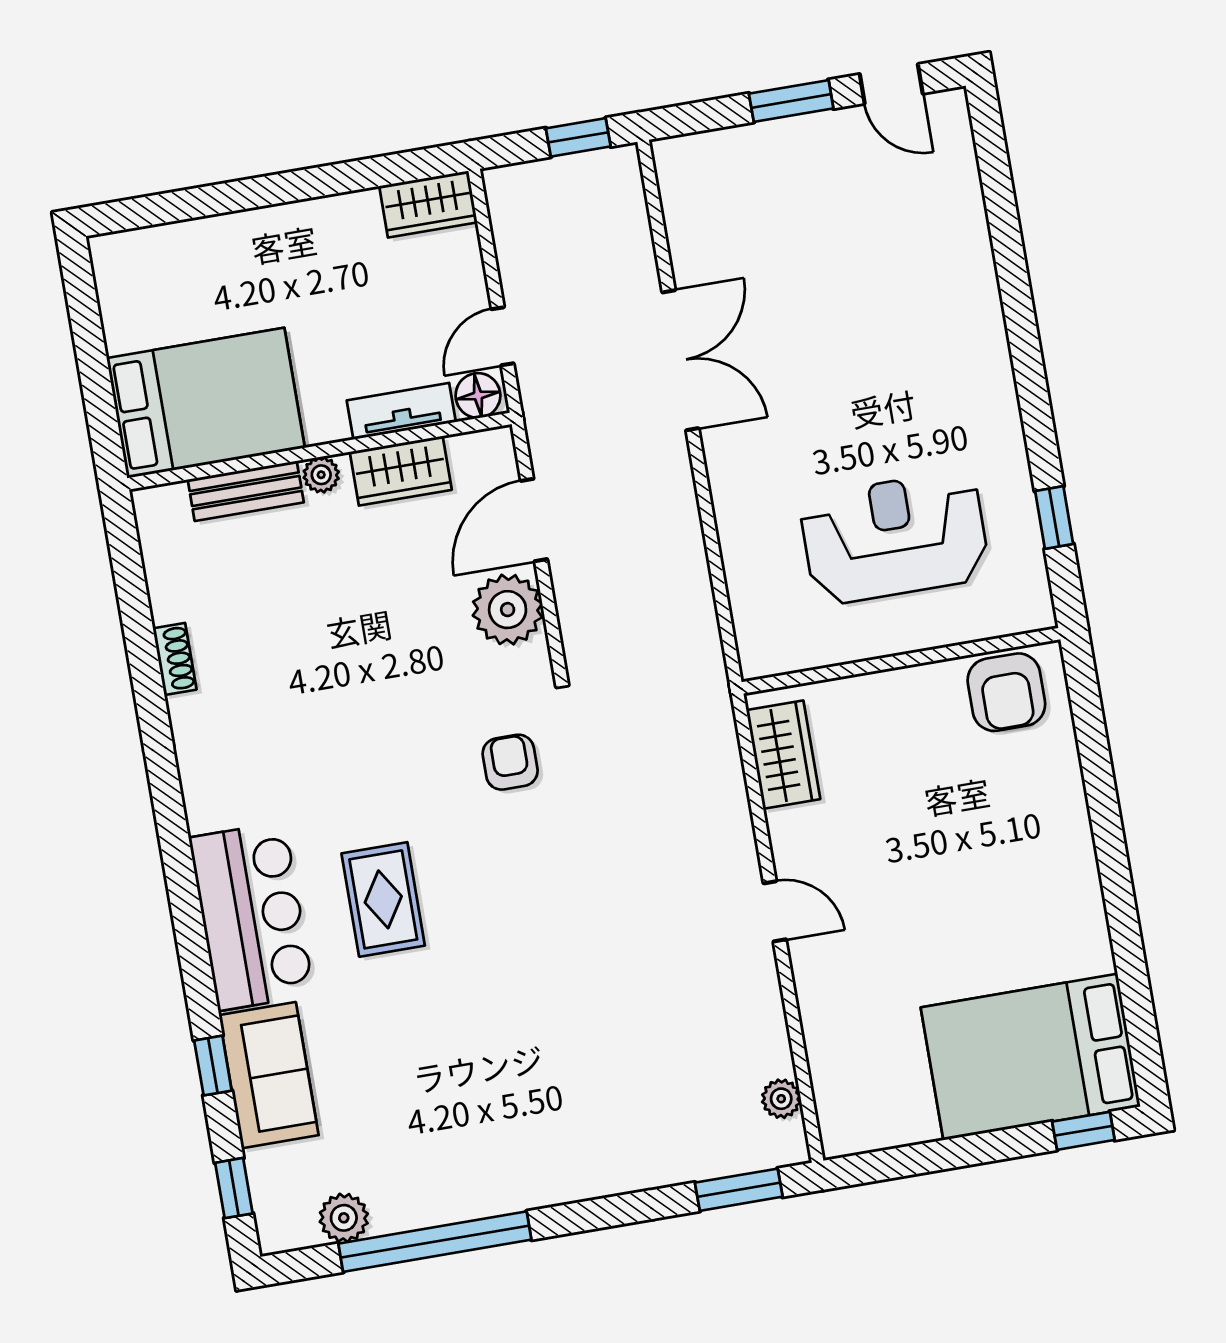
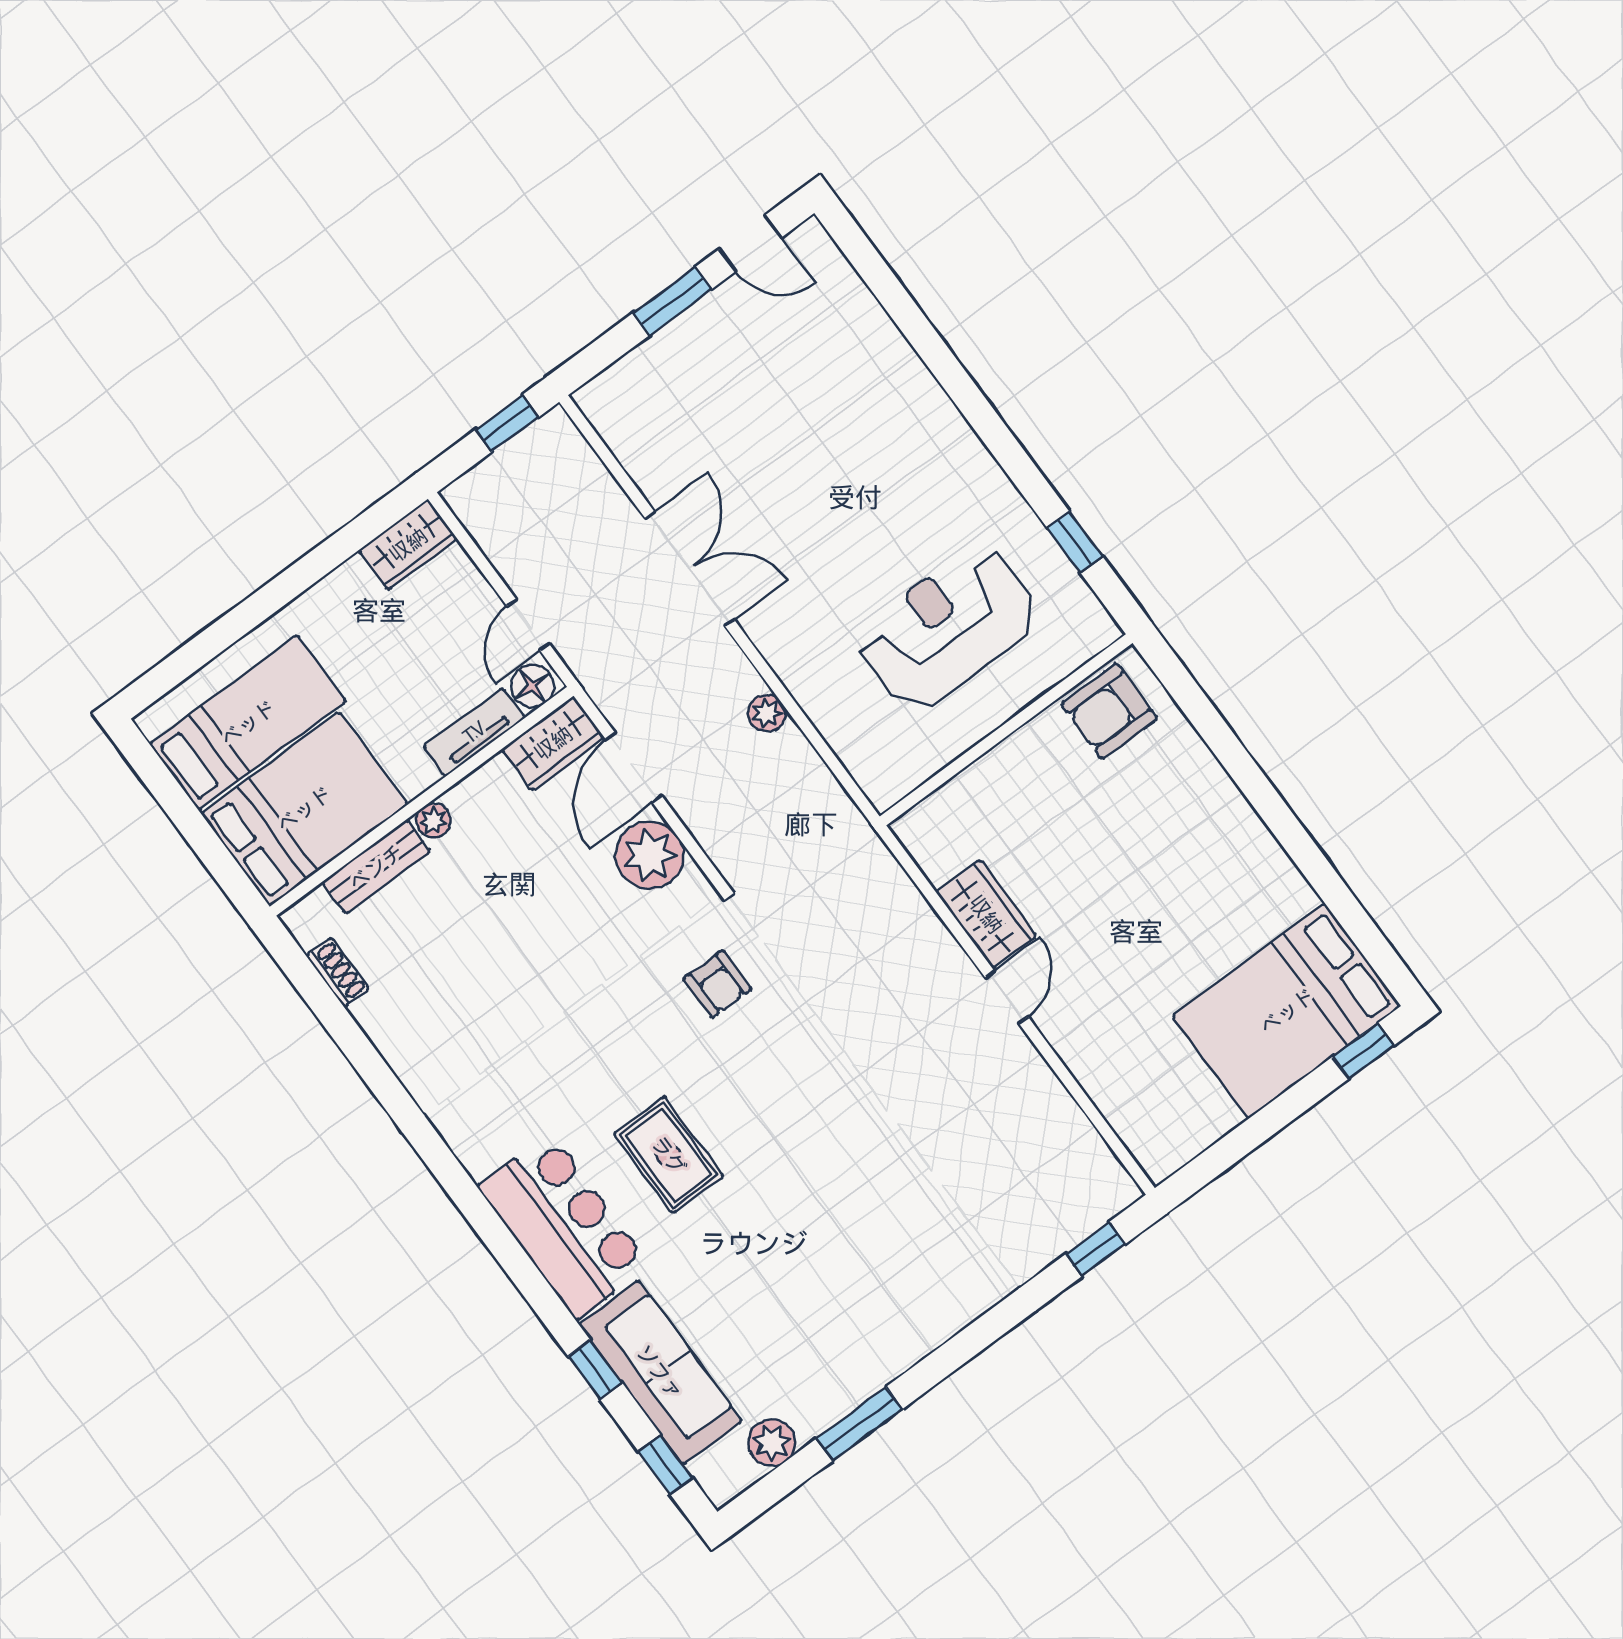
bed: (194, 295) -> (248, 723), added
wardrobe: (401, 471) -> (553, 743), moved
shoe rack: (175, 659) -> (338, 972), moved
armchair: (1006, 692) -> (1109, 711), turned 90
wardrobe: (783, 755) -> (986, 914), moved
armchair: (510, 762) -> (717, 984), turned 180
door: (775, 911) -> (1006, 997), hinge flipped
sofa: (269, 1075) -> (660, 1372), width x1.36
plant: (781, 1099) -> (767, 713), moved
window: (739, 1190) -> (1095, 1249), width x0.67
window: (435, 1242) -> (859, 1424), width x0.47

